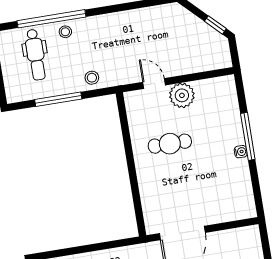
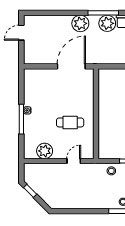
door: (154, 84) -> (74, 161), swing flipped
plant: (182, 95) -> (45, 151), moved

